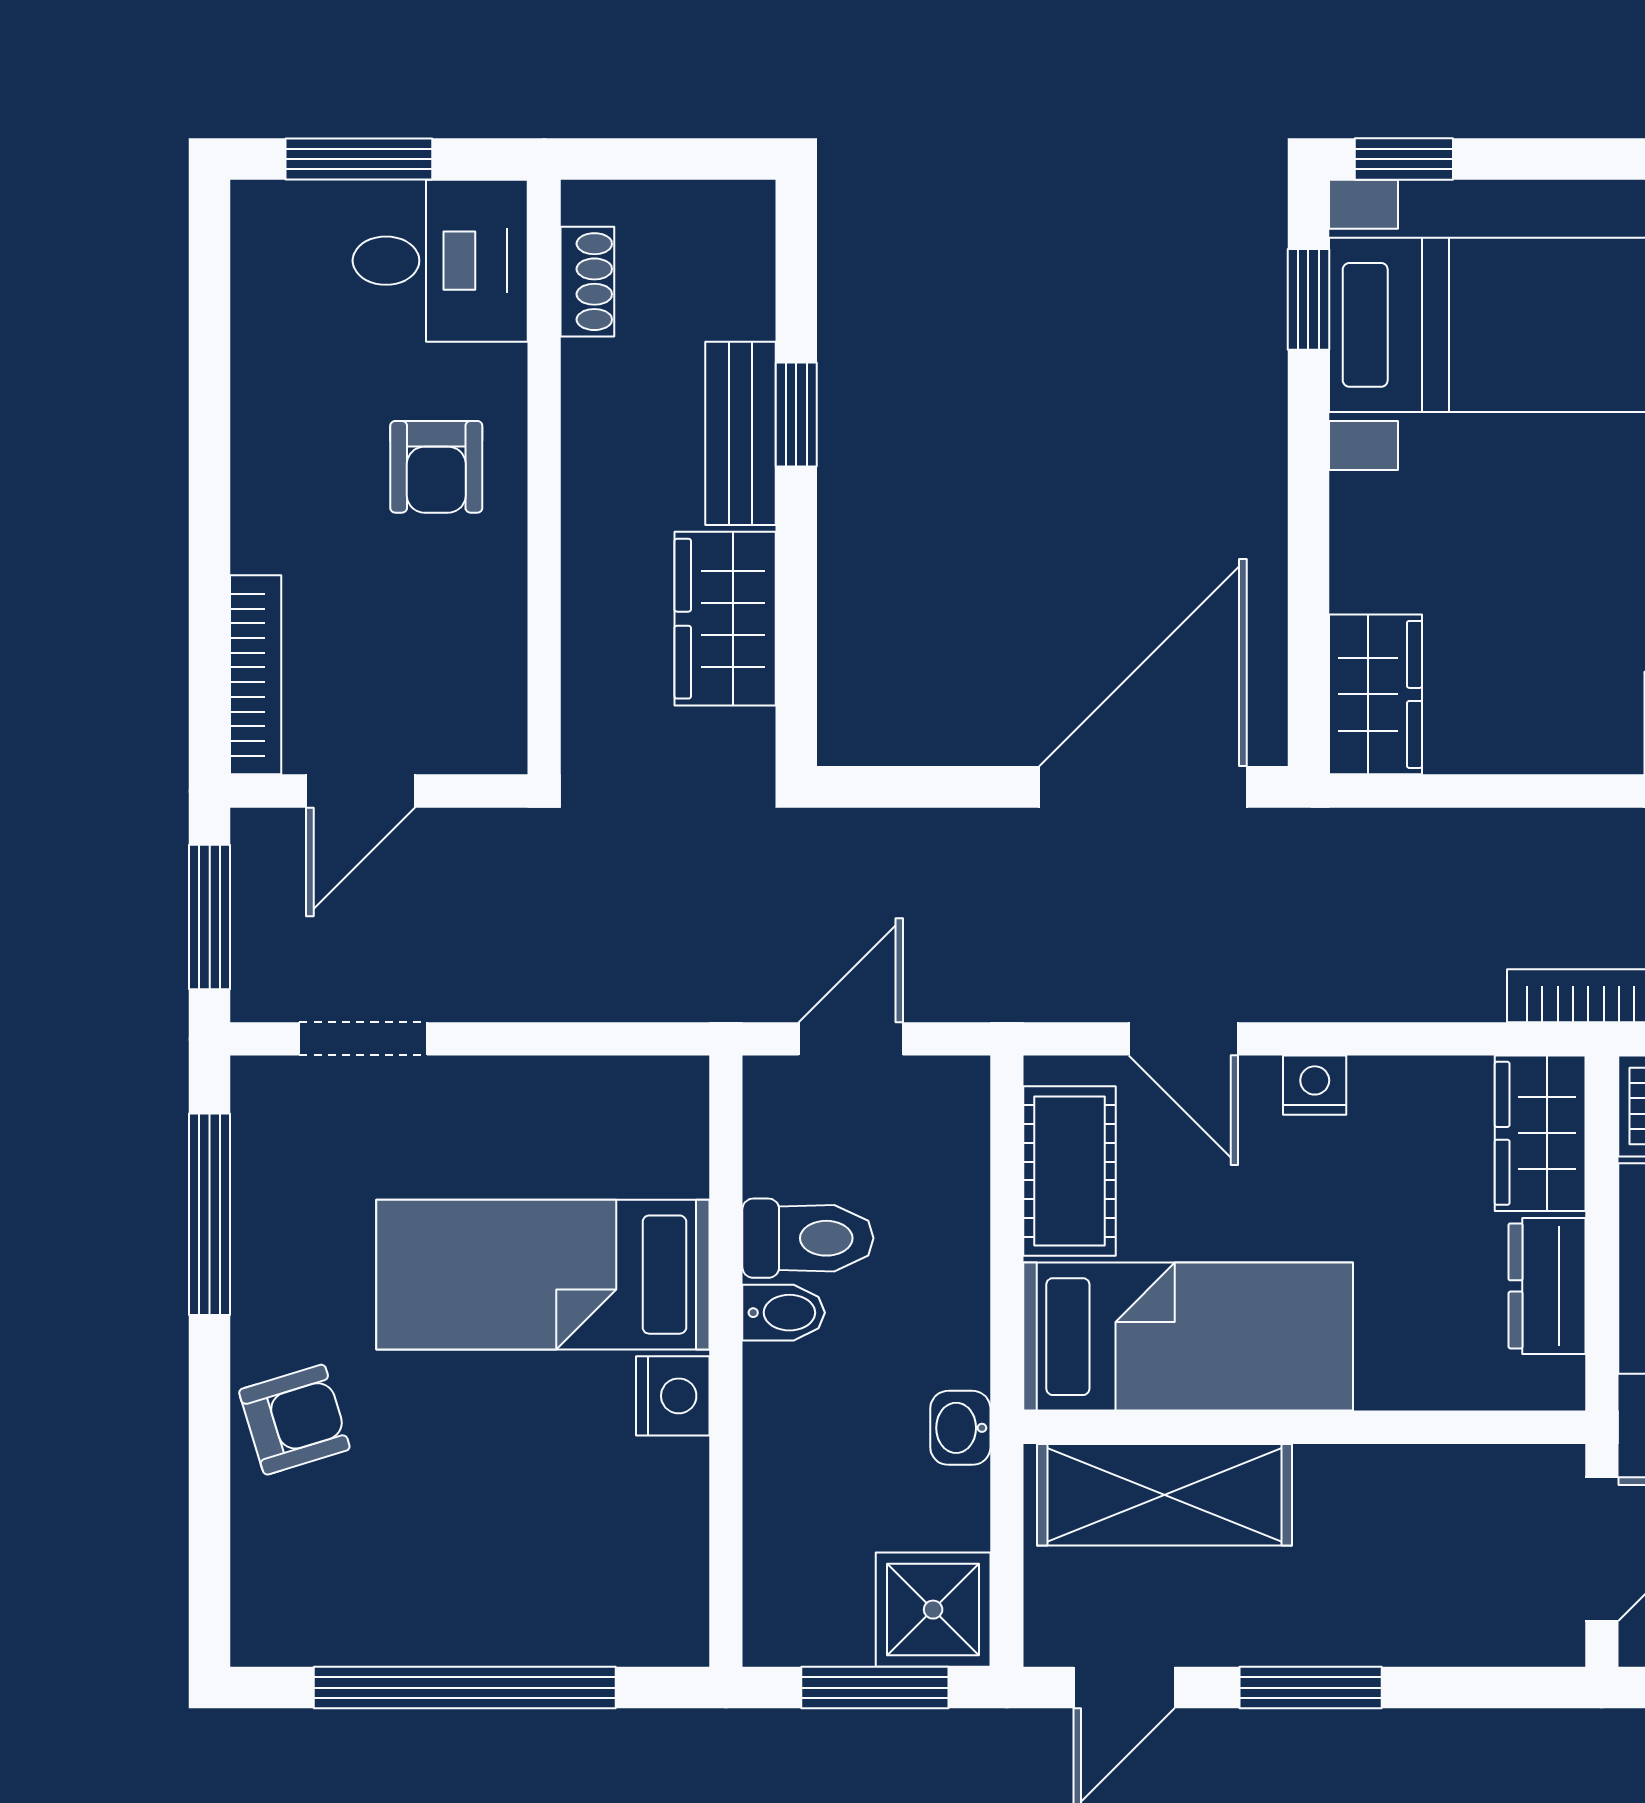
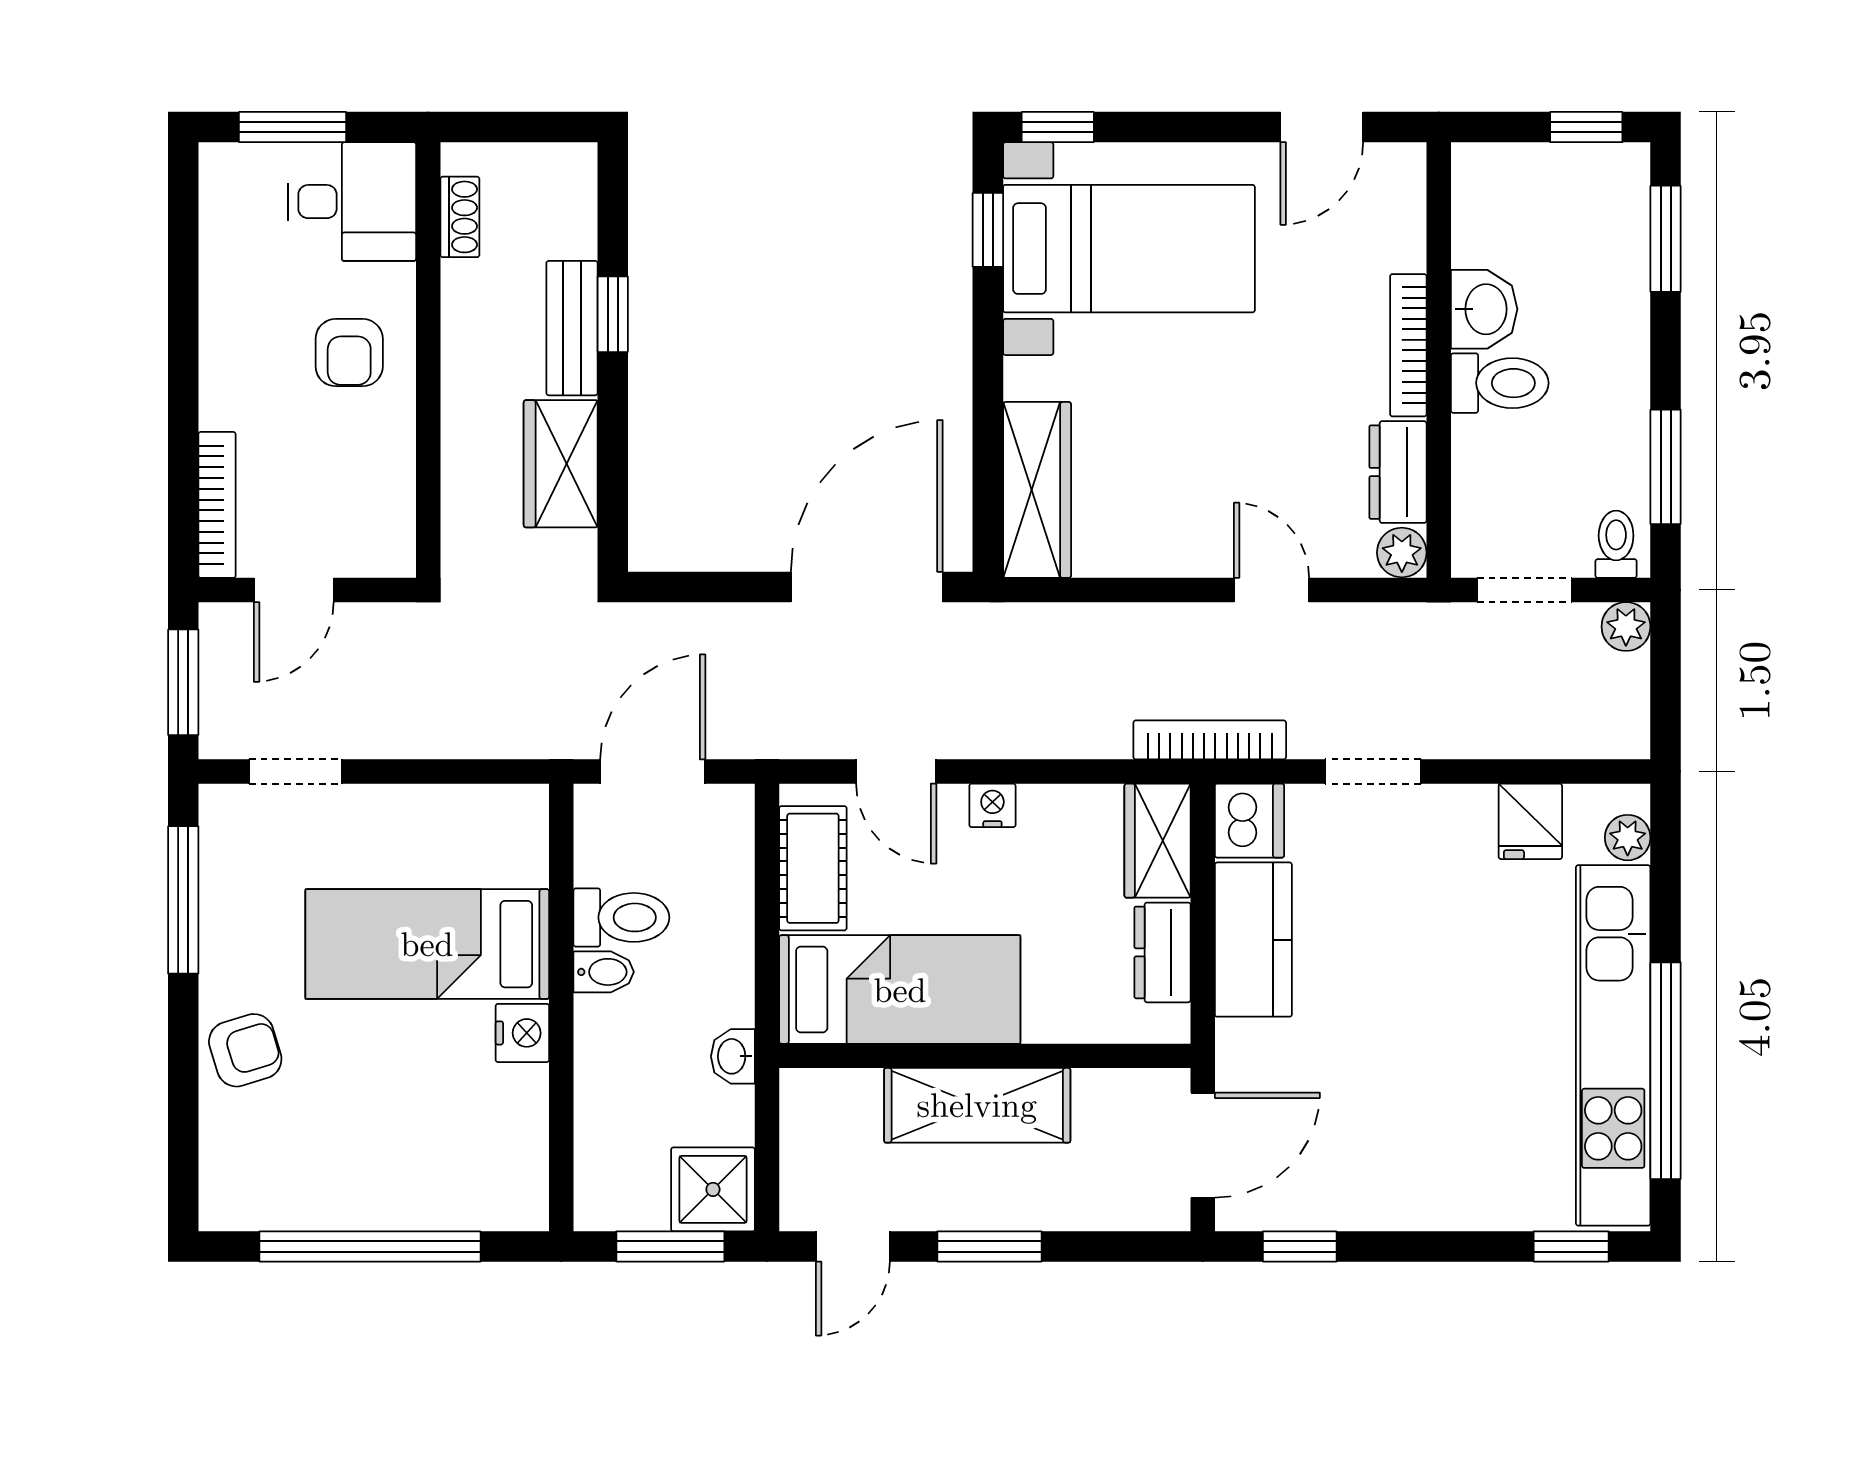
wardrobe: (1376, 694) -> (1037, 490), width x1.50
door: (851, 1039) -> (653, 771), width x1.38
shelving: (1165, 1495) -> (977, 1105), moved

